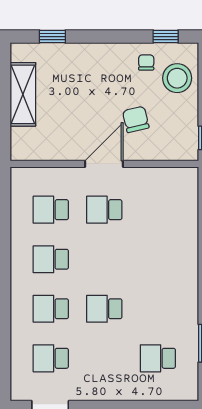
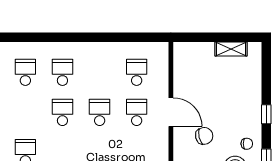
window: (52, 37) -> (266, 114), moved
shelving: (23, 94) -> (231, 49), width x0.67, depth x0.75
school desk: (51, 259) -> (100, 112), moved

